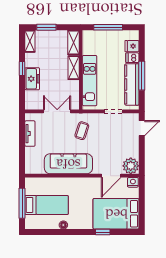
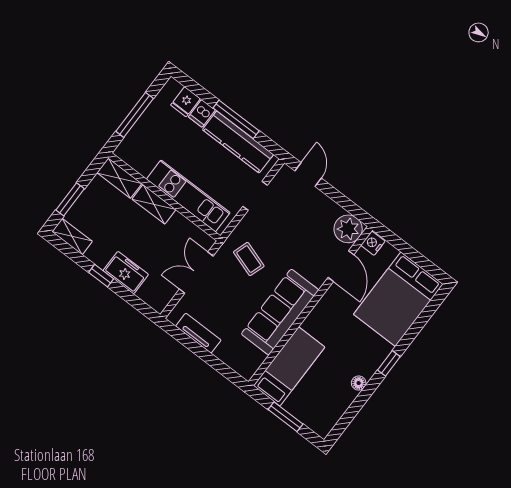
window: (22, 203) -> (286, 417), width x0.69
bed: (47, 205) -> (289, 366), moved
window: (103, 232) -> (389, 363), moved

